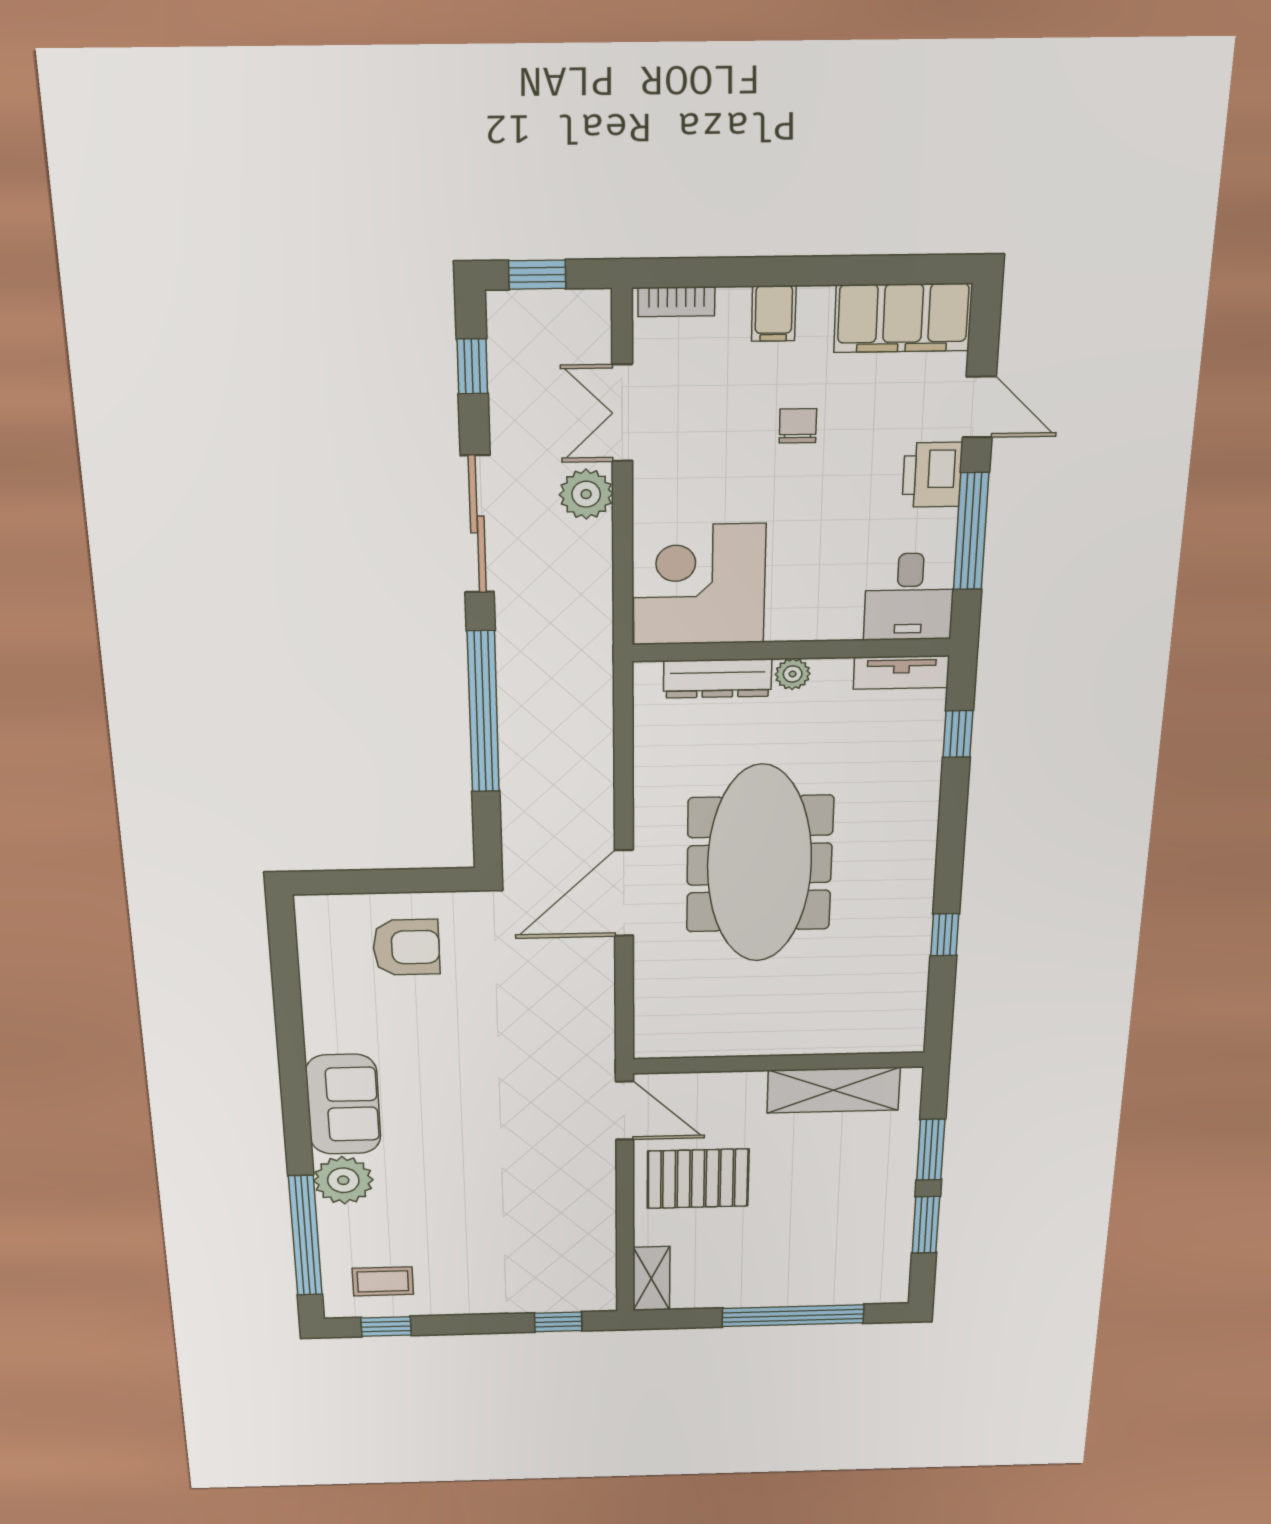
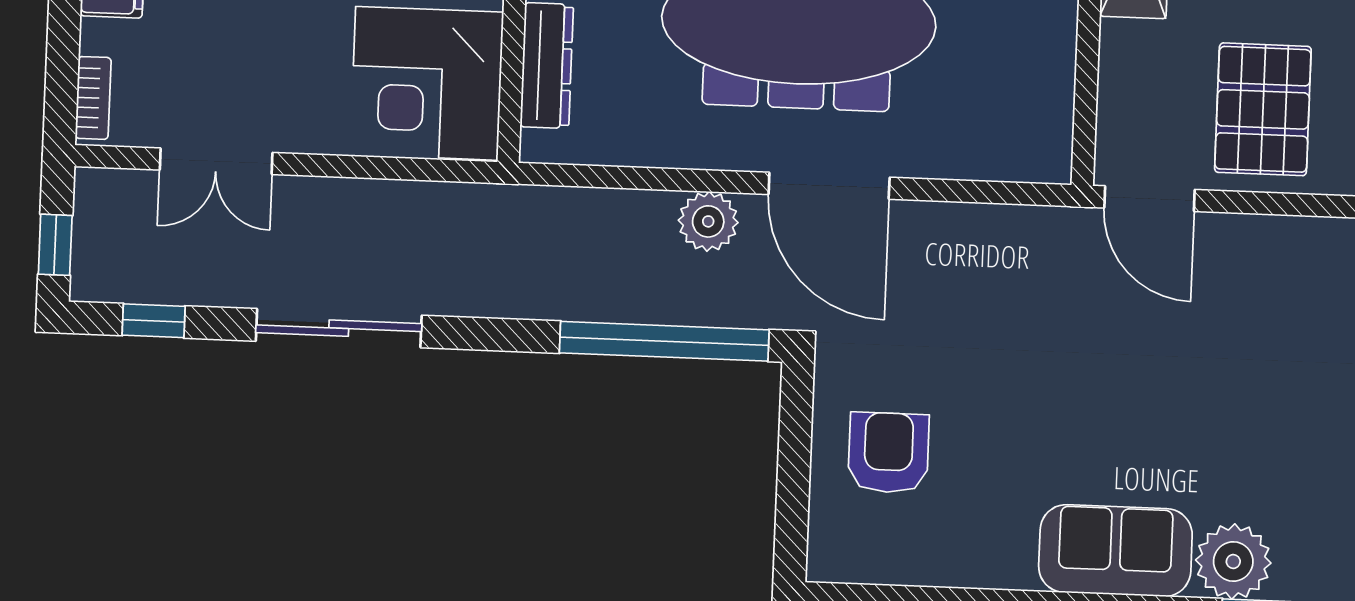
plant: (586, 494) -> (708, 221), moved
window: (483, 712) -> (664, 341), moved
door: (625, 1111) -> (1150, 199), swing flipped

